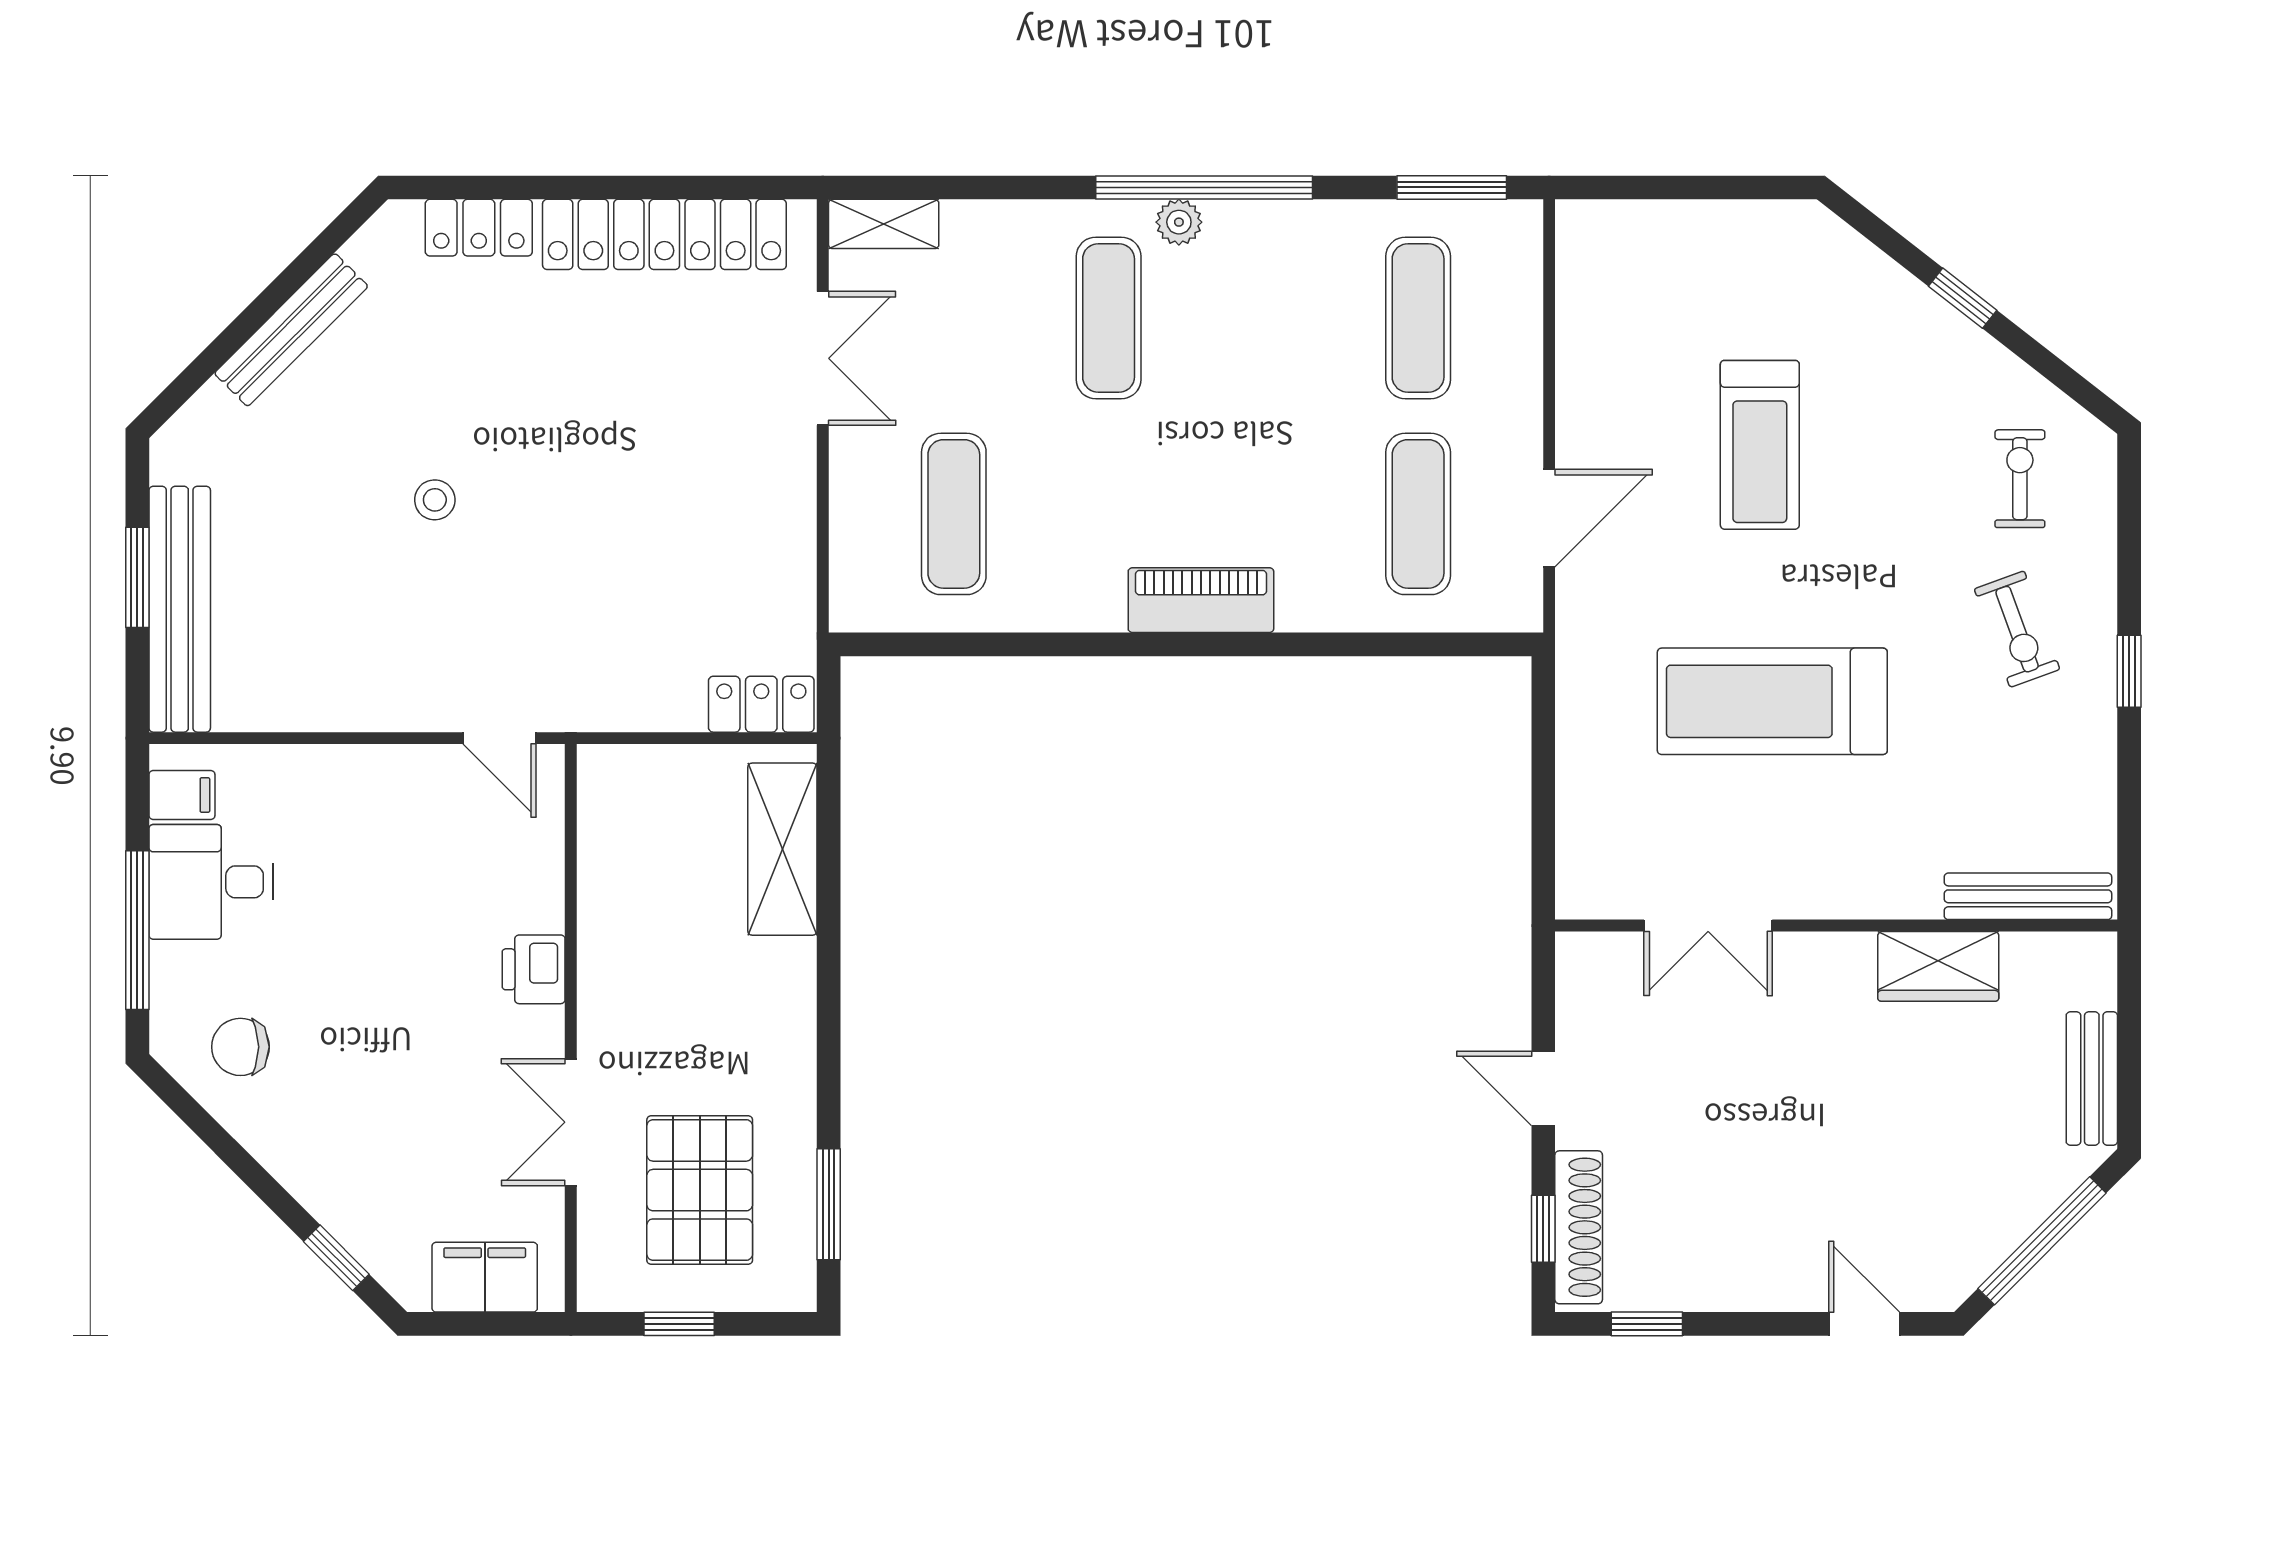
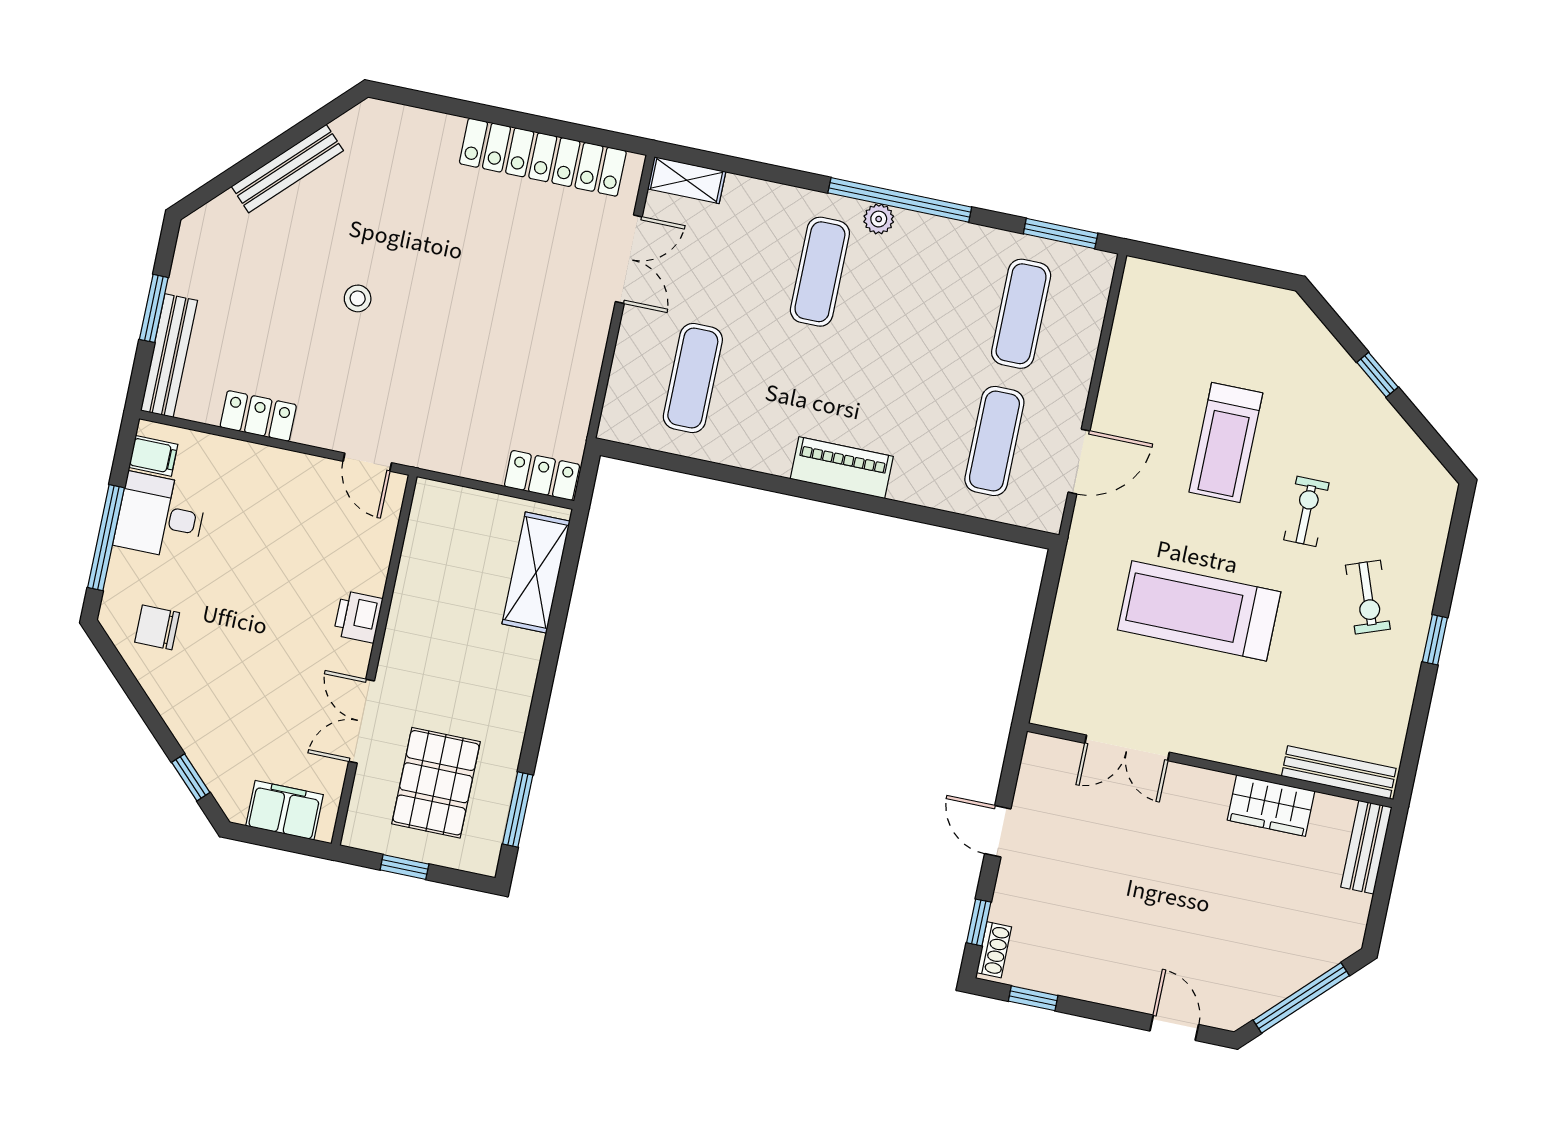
locker: (479, 228) -> (258, 416), moved, turned 180
exercise bike: (2020, 479) -> (1306, 511), moved
bench: (180, 609) -> (169, 356), width x0.73, depth x0.82
bench: (2092, 1079) -> (1366, 847), moved
shoe rack: (1579, 1227) -> (994, 950), width x0.51, depth x0.81

